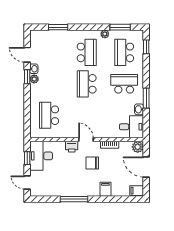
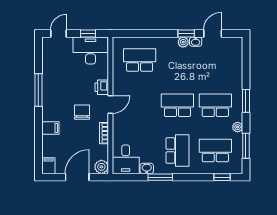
window: (58, 27) -> (246, 101), moved
school desk: (87, 52) -> (215, 105), turned 180

